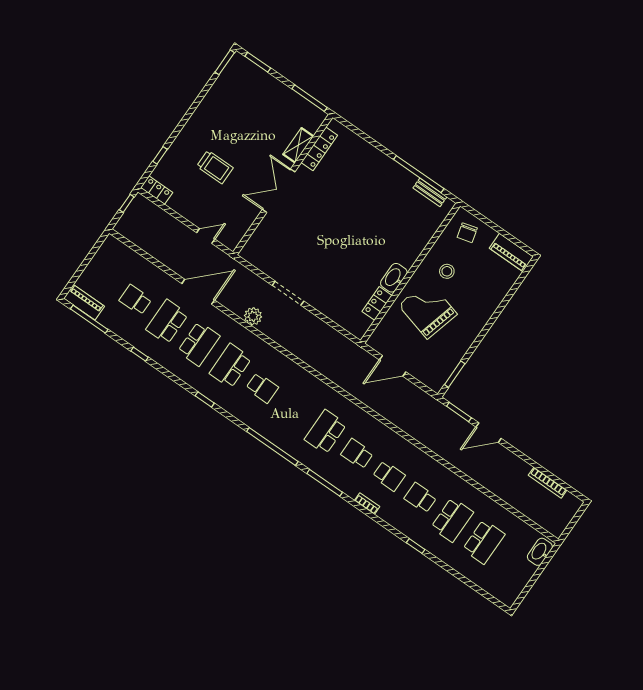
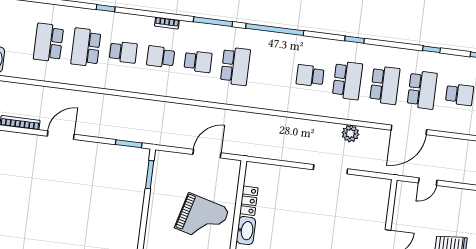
school desk: (199, 344) -> (385, 85), turned 180
door: (489, 433) -> (61, 135), moved

